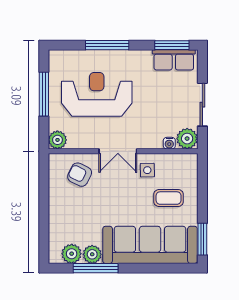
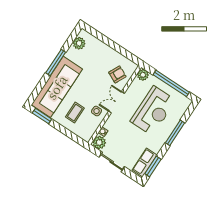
window: (44, 94) -> (171, 83), width x1.46
plant: (92, 254) -> (72, 54), removed
window: (96, 268) -> (56, 63), moved

